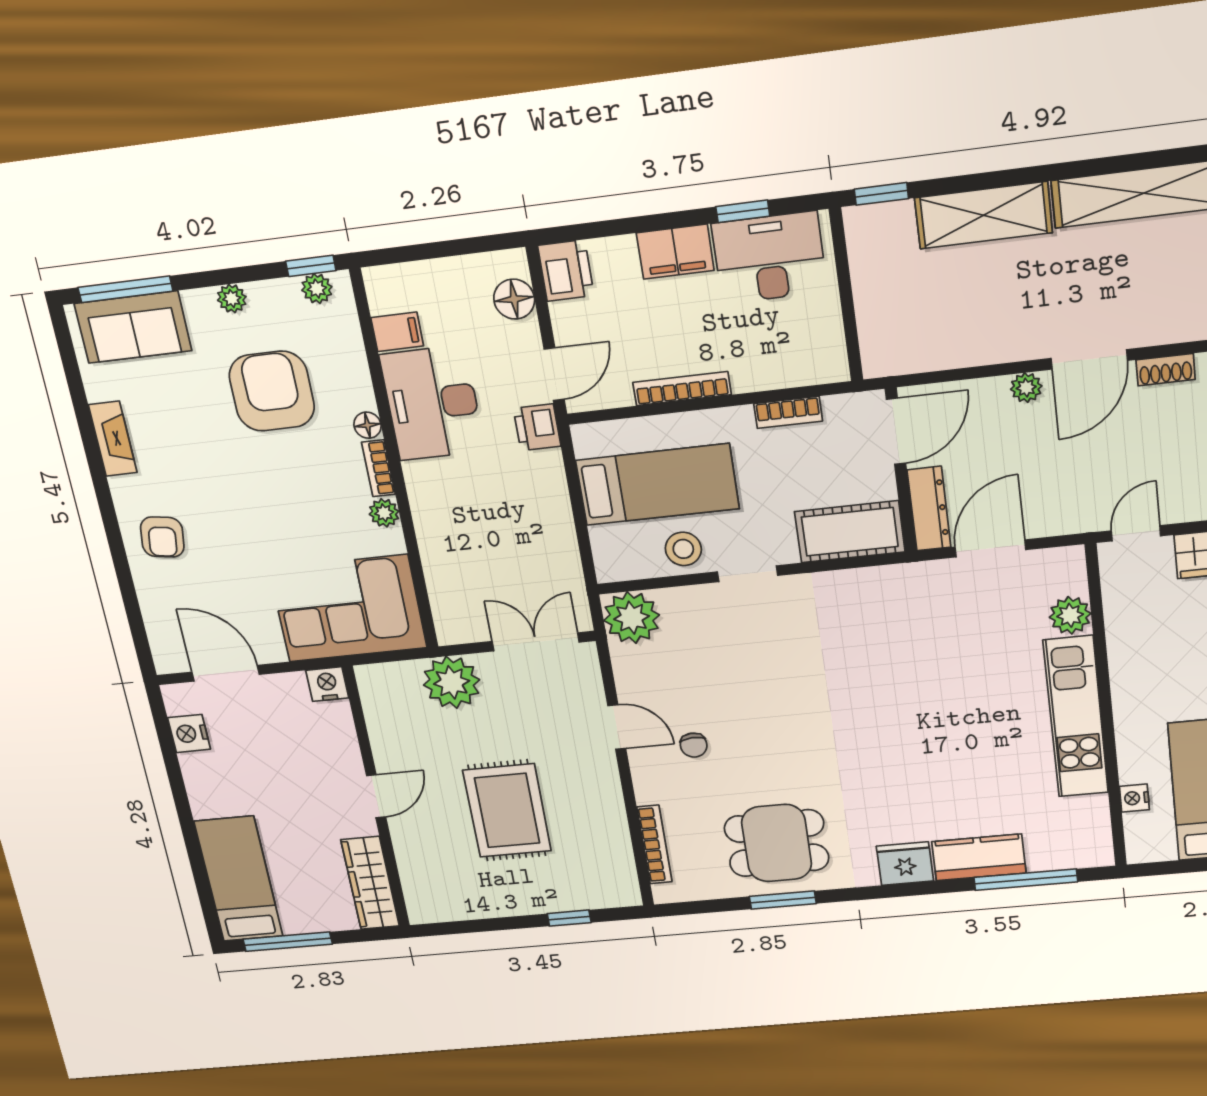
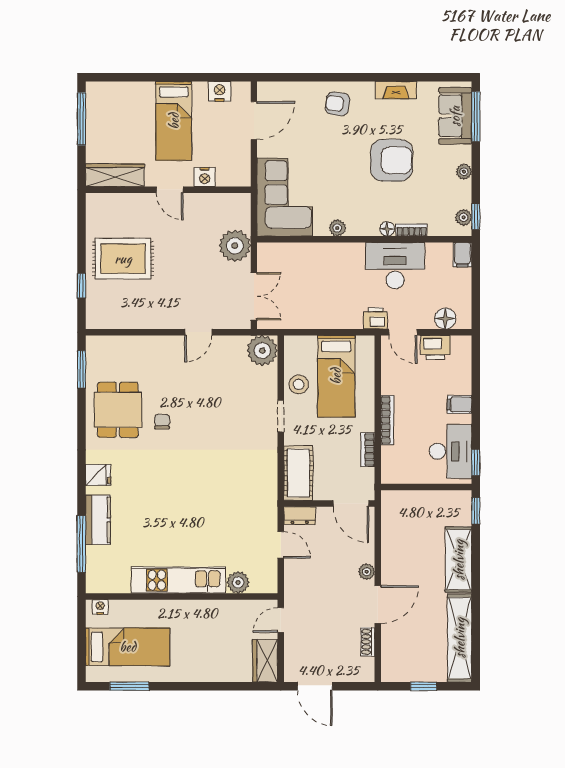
window: (743, 211) -> (476, 462), moved
filing cabinet: (675, 252) -> (460, 404), width x0.50
printer: (566, 270) -> (435, 348), moved
filing cabinet: (397, 332) -> (462, 255), moved
door: (1089, 359) -> (378, 604), swing flipped
bookcase: (682, 389) -> (387, 420), moved
armchair: (272, 391) -> (392, 160), moved
bookcase: (378, 468) -> (412, 230), moved
dresser: (929, 509) -> (300, 516), width x0.70
door: (1136, 533) -> (281, 620), swing flipped
door: (990, 548) -> (281, 545), width x0.73
nightstand: (327, 684) -> (205, 177), moved, turned 90
chair: (694, 745) -> (162, 422), moved, turned 93
nightstand: (1134, 798) -> (100, 607), moved
rug: (507, 811) -> (123, 259), moved
bookcase: (654, 845) -> (124, 342), removed
fridge: (905, 864) -> (98, 475), width x0.72
bed: (239, 879) -> (174, 121), moved, turned 90
window: (783, 900) -> (81, 369), moved

